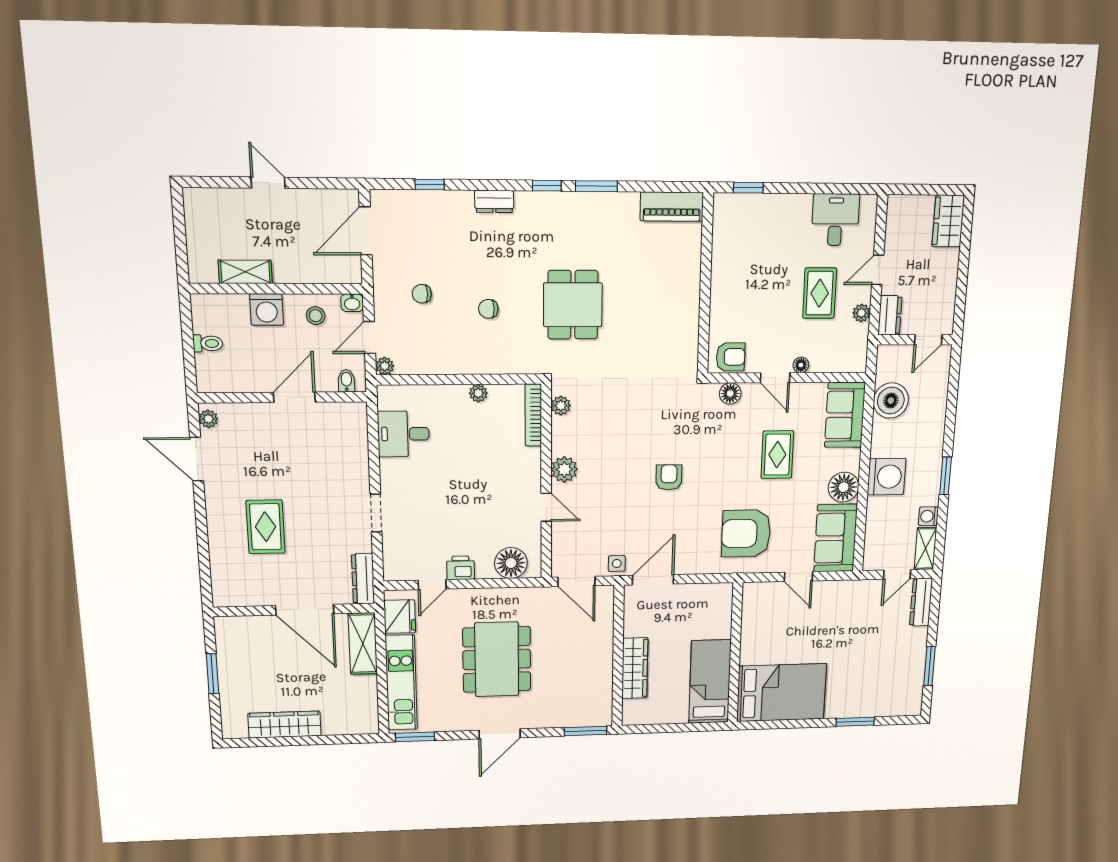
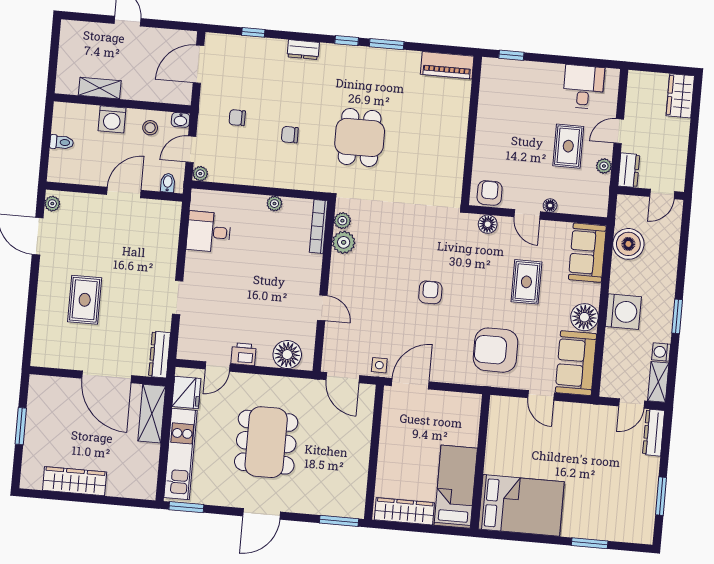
armchair: (731, 357) -> (490, 193), turned -90
plant: (564, 469) -> (344, 242), moved
wardrobe: (635, 668) -> (404, 511), moved, turned -90

